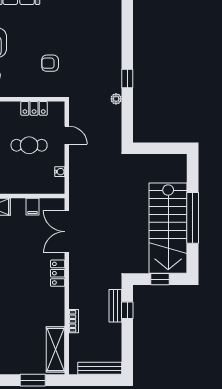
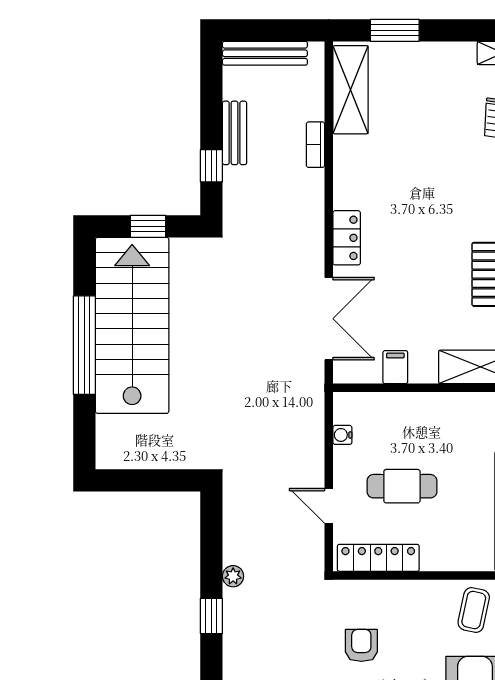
armchair: (50, 63) -> (361, 645), turned -90
locker: (34, 108) -> (378, 558), width x1.53
bench: (115, 306) -> (235, 133), moved

